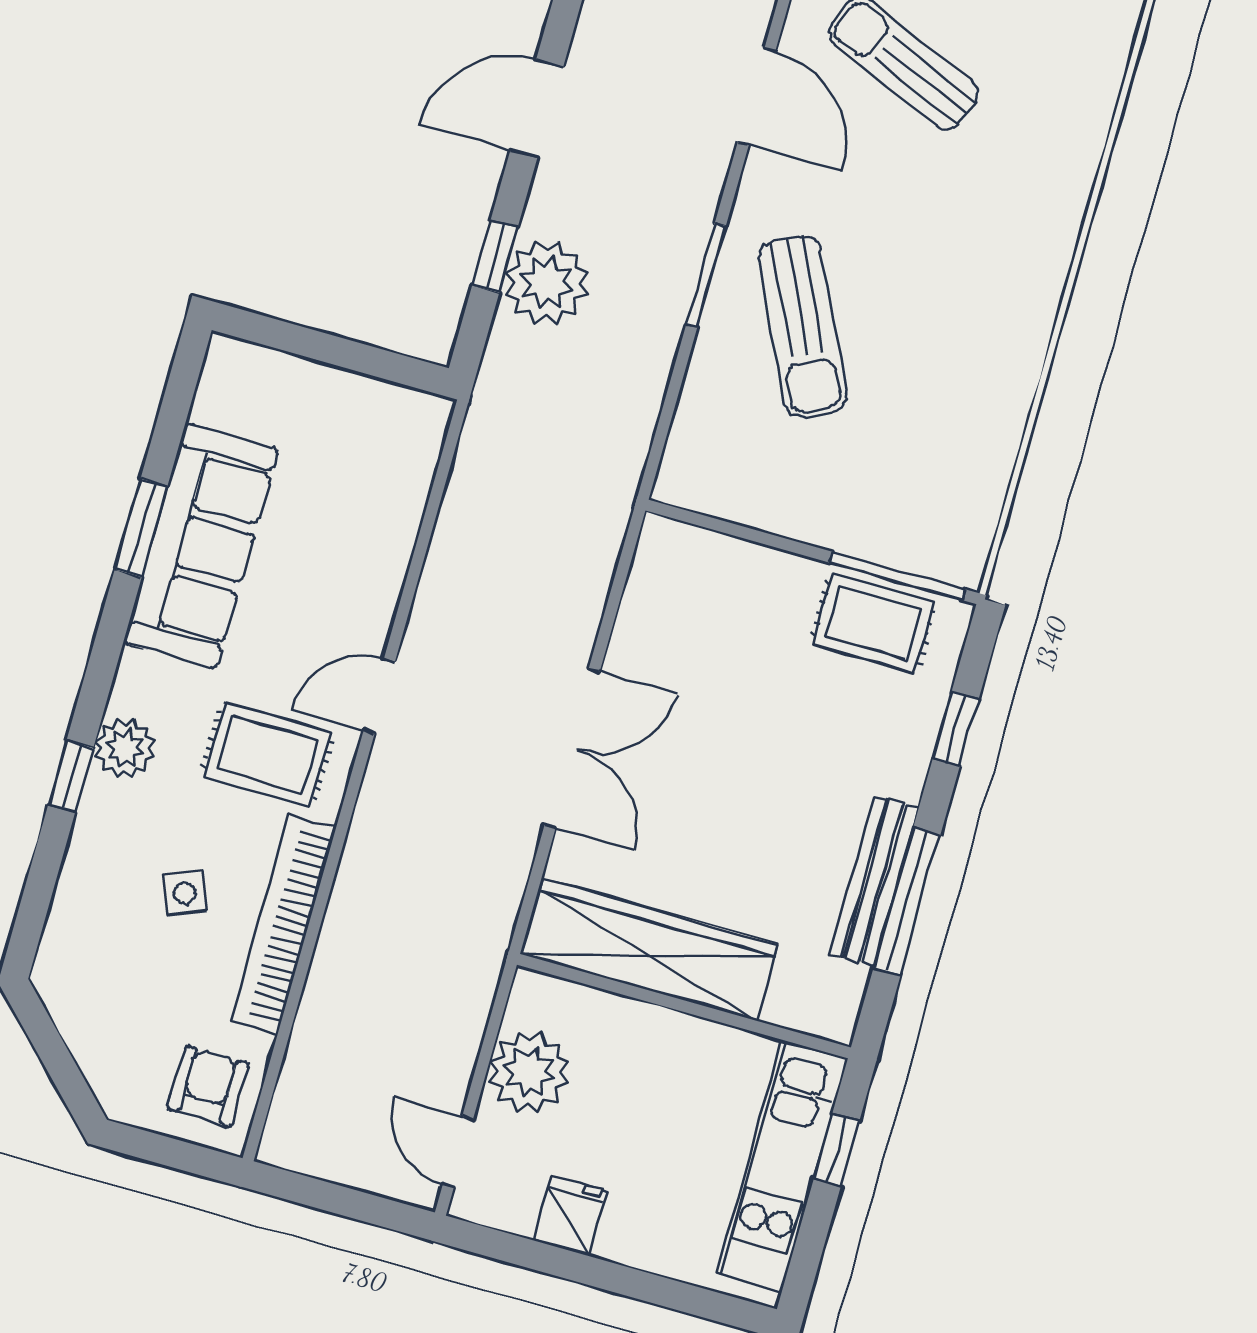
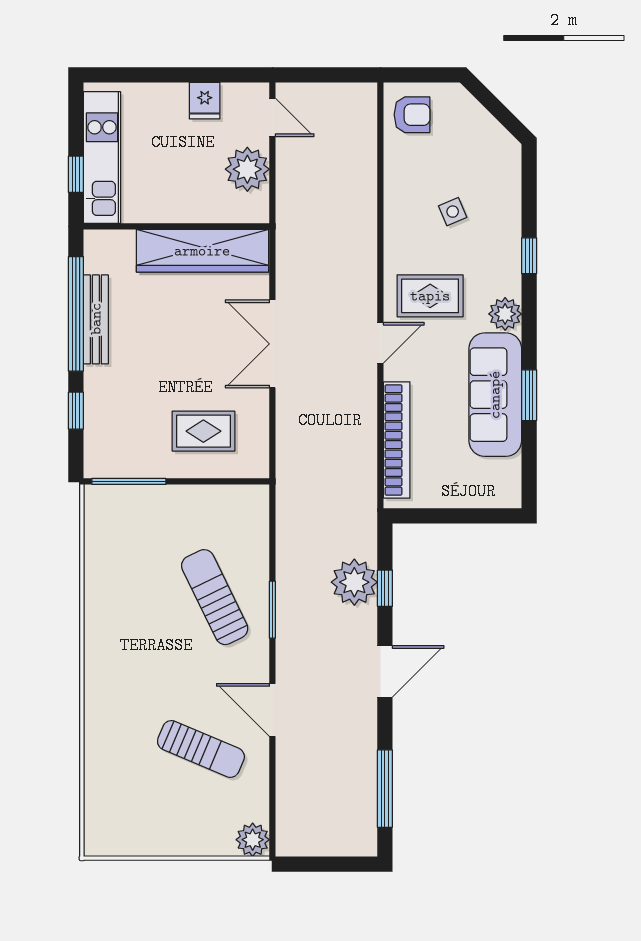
rug: (873, 623) -> (203, 431), moved
plant: (125, 749) -> (505, 314), moved
window: (907, 901) -> (76, 314), width x1.46
bookcase: (283, 924) -> (397, 440), moved
armchair: (208, 1086) -> (412, 115), turned -90

